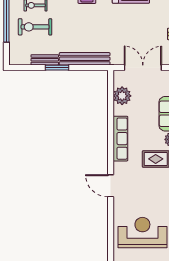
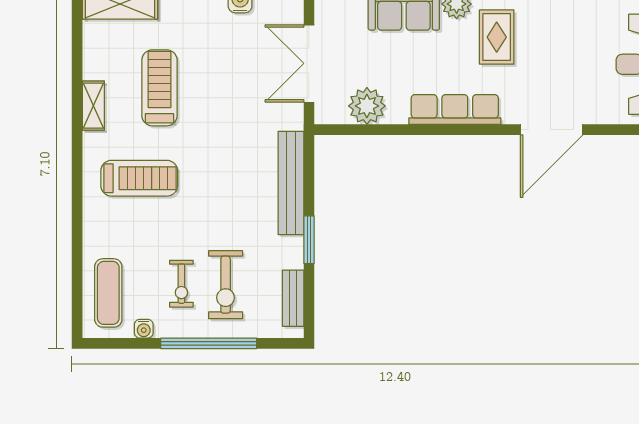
bench: (45, 60) -> (293, 298), moved
door: (111, 186) -> (552, 130), width x1.36

